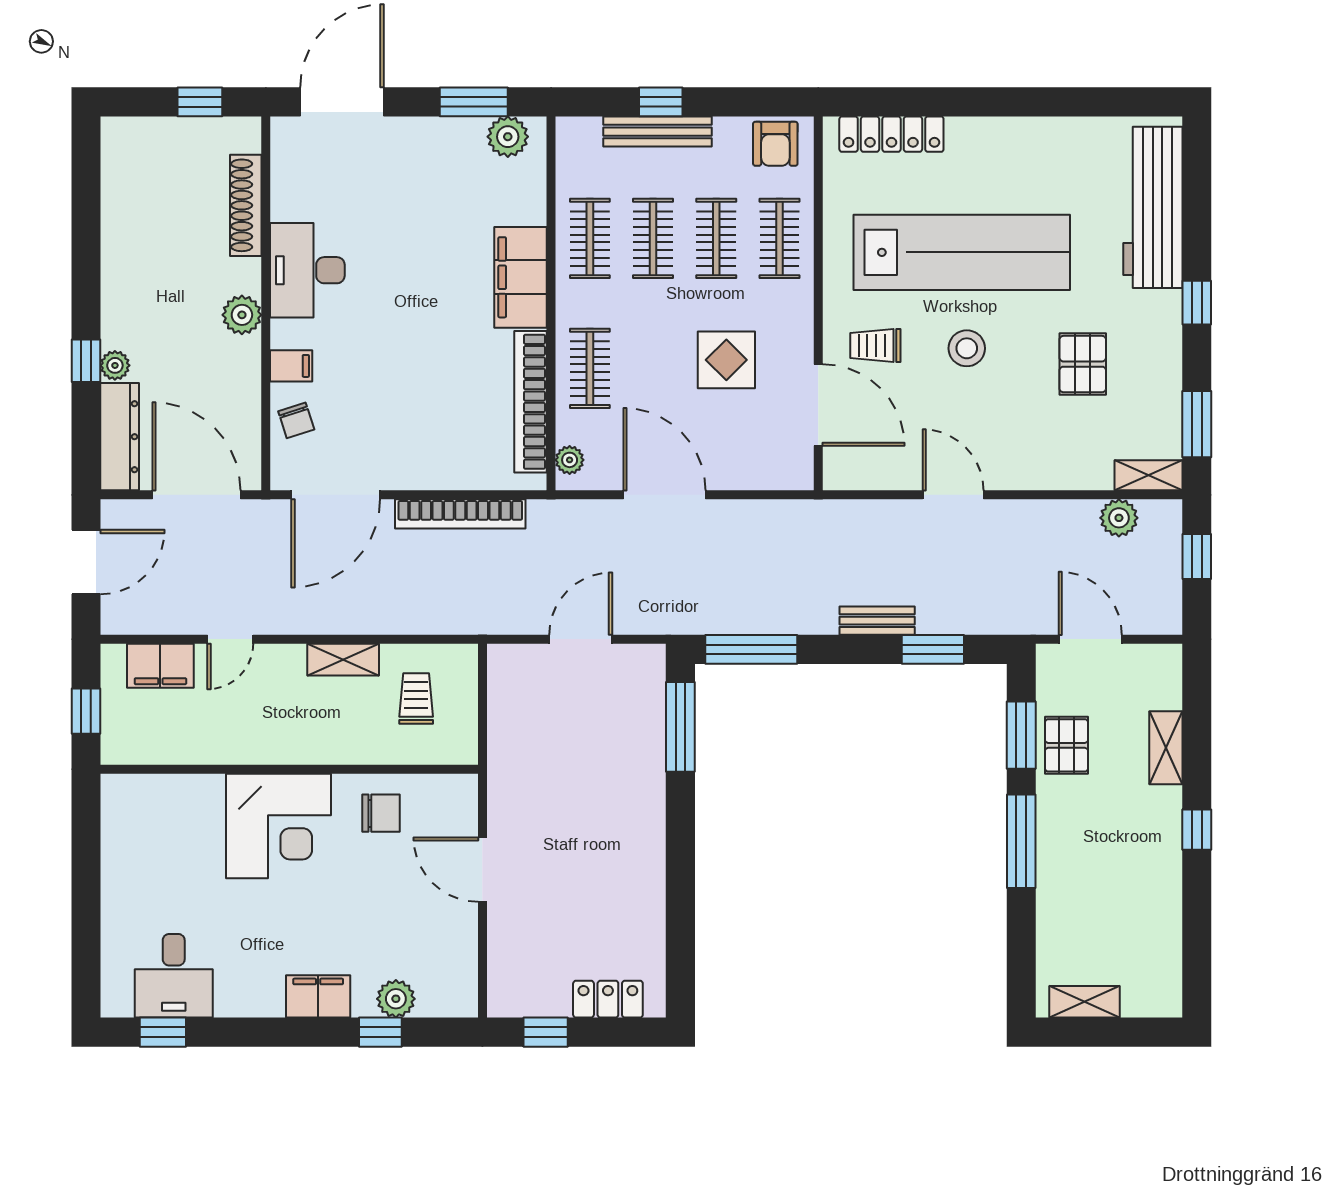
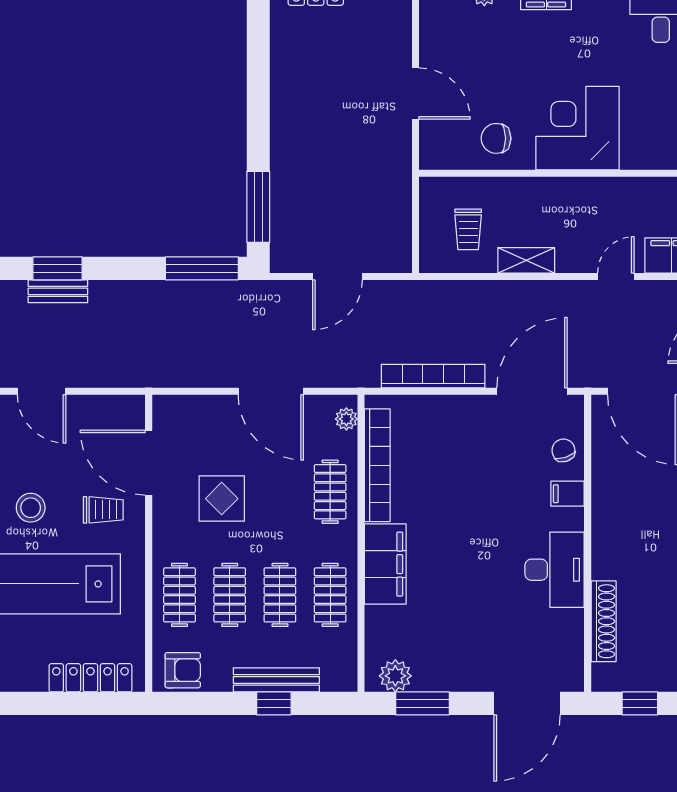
armchair: (775, 144) -> (183, 670), turned 90
plant: (242, 315) -> (607, 534), removed
bench: (877, 621) -> (58, 291), moved

